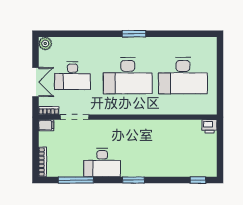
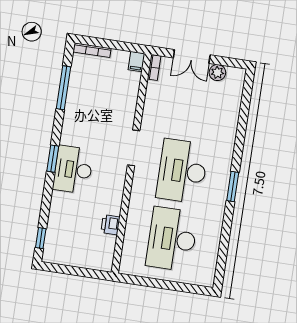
plant: (45, 43) -> (217, 73), moved
desk: (73, 76) -> (192, 103), removed
doorway: (74, 117) -> (134, 148), moved
printer: (209, 126) -> (110, 225), moved
desk: (102, 163) -> (73, 170), moved

